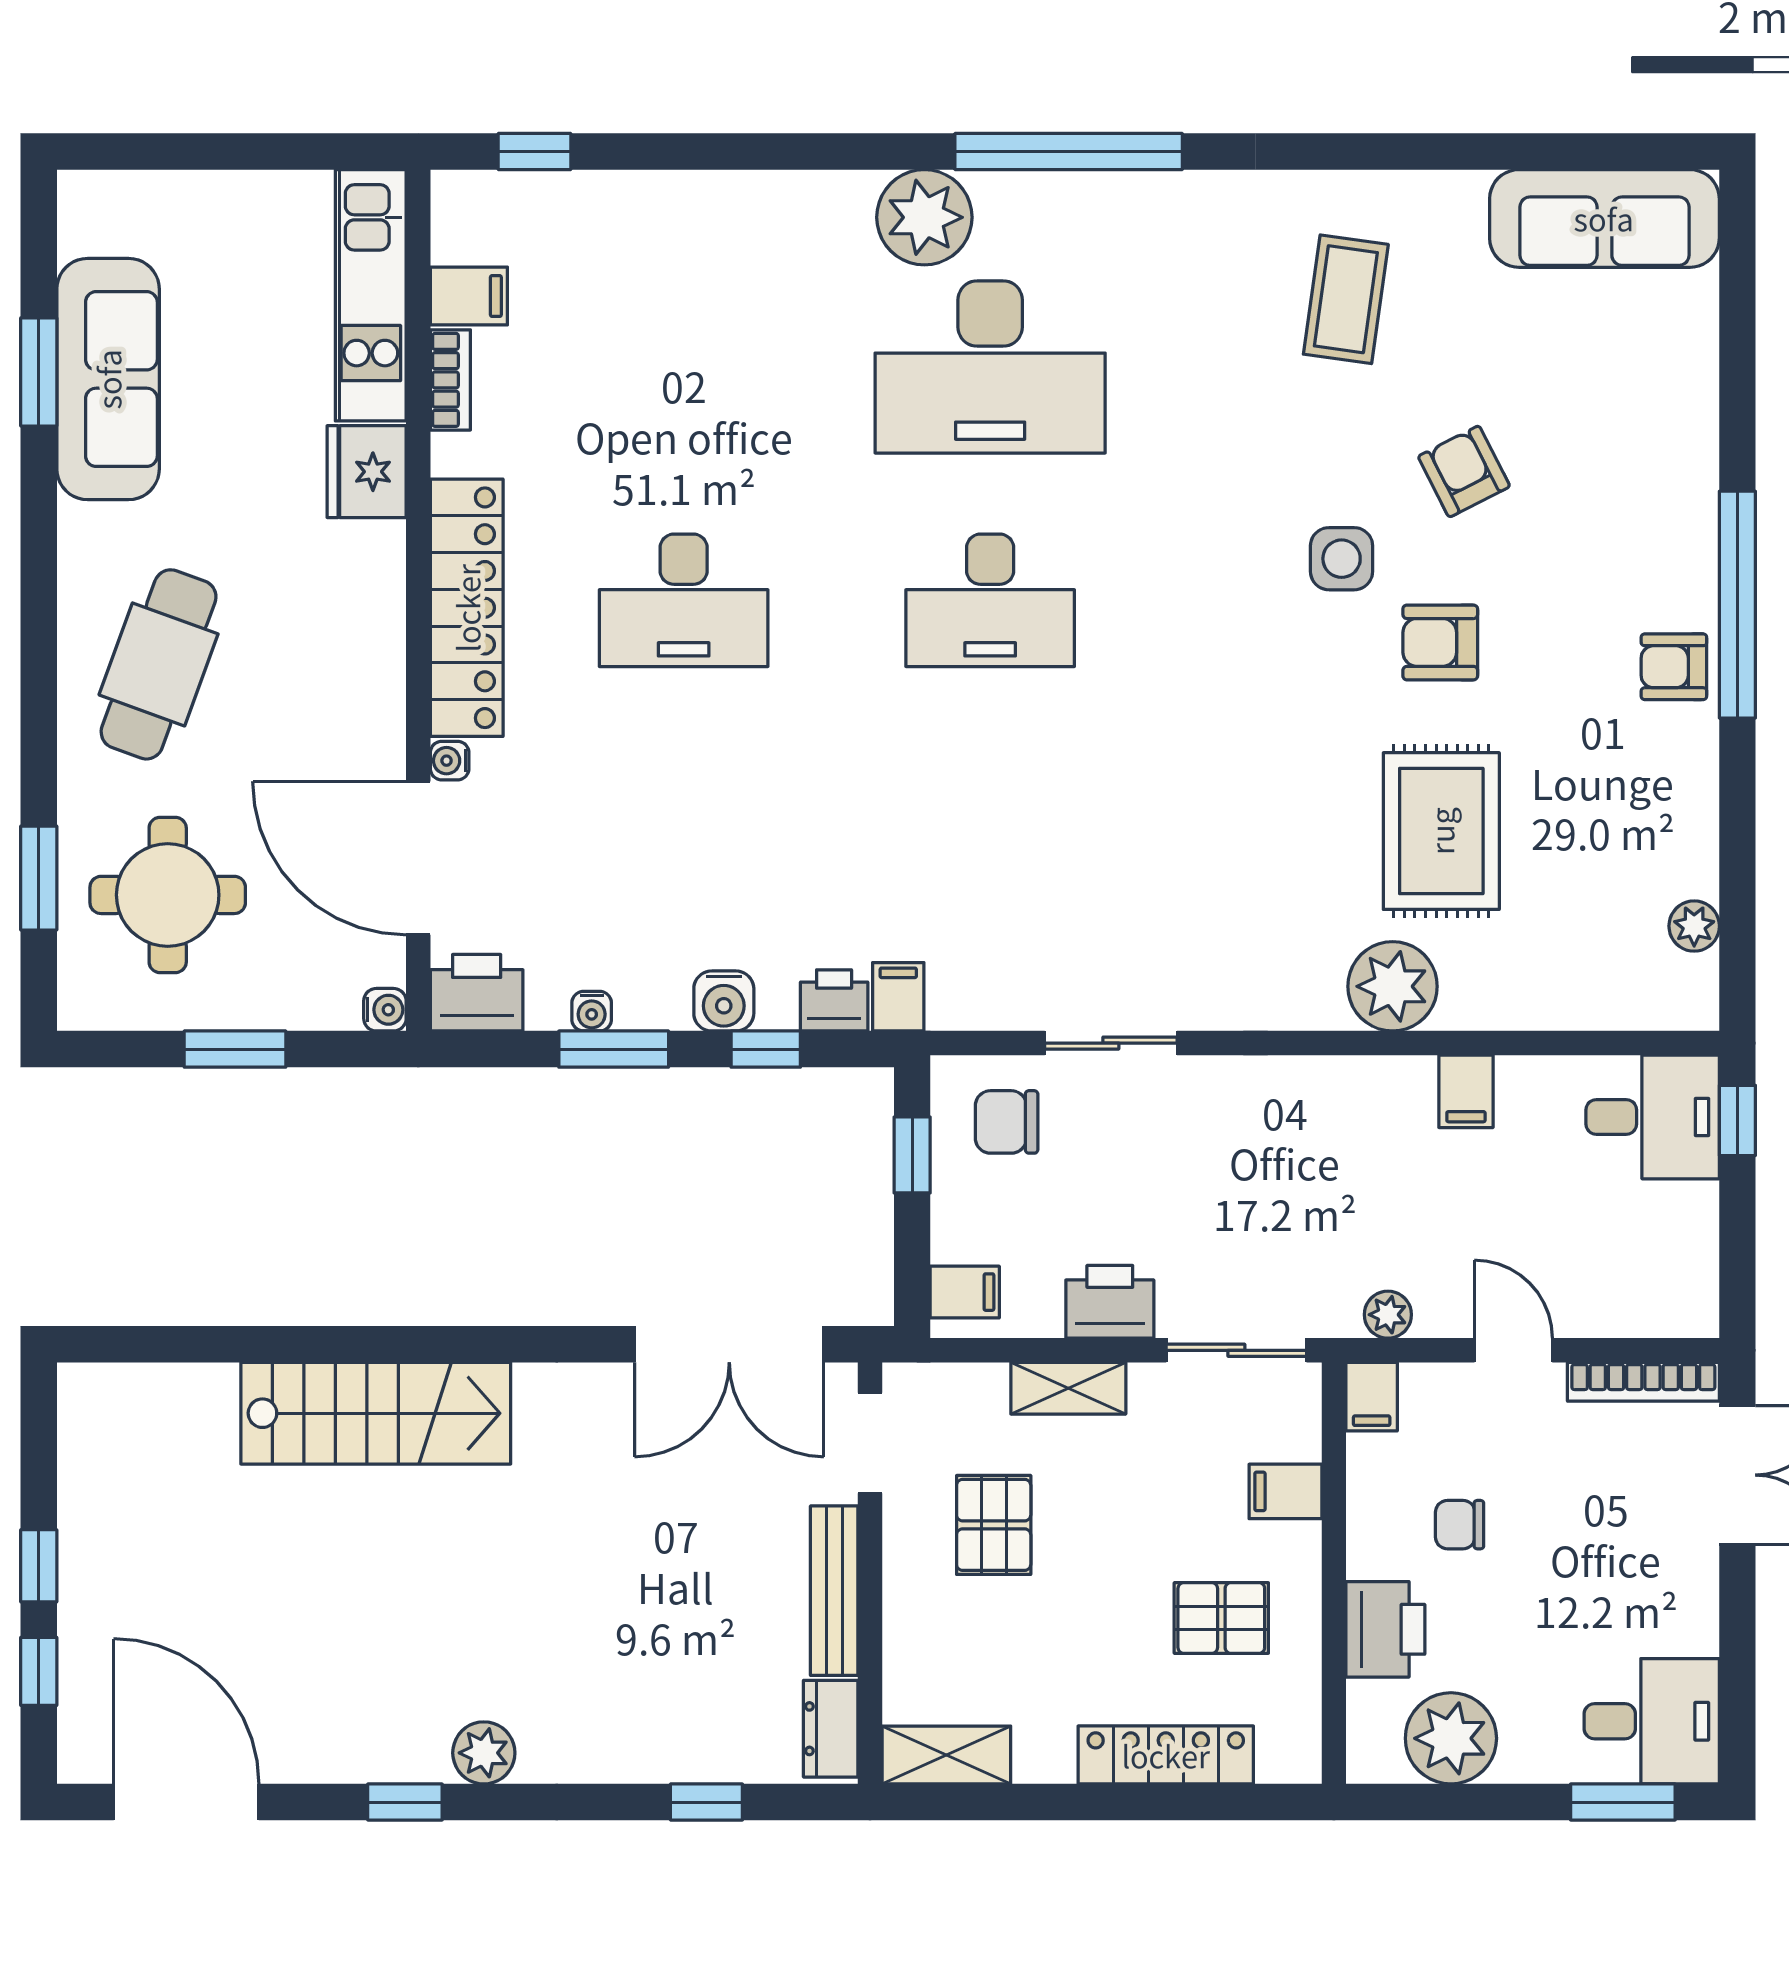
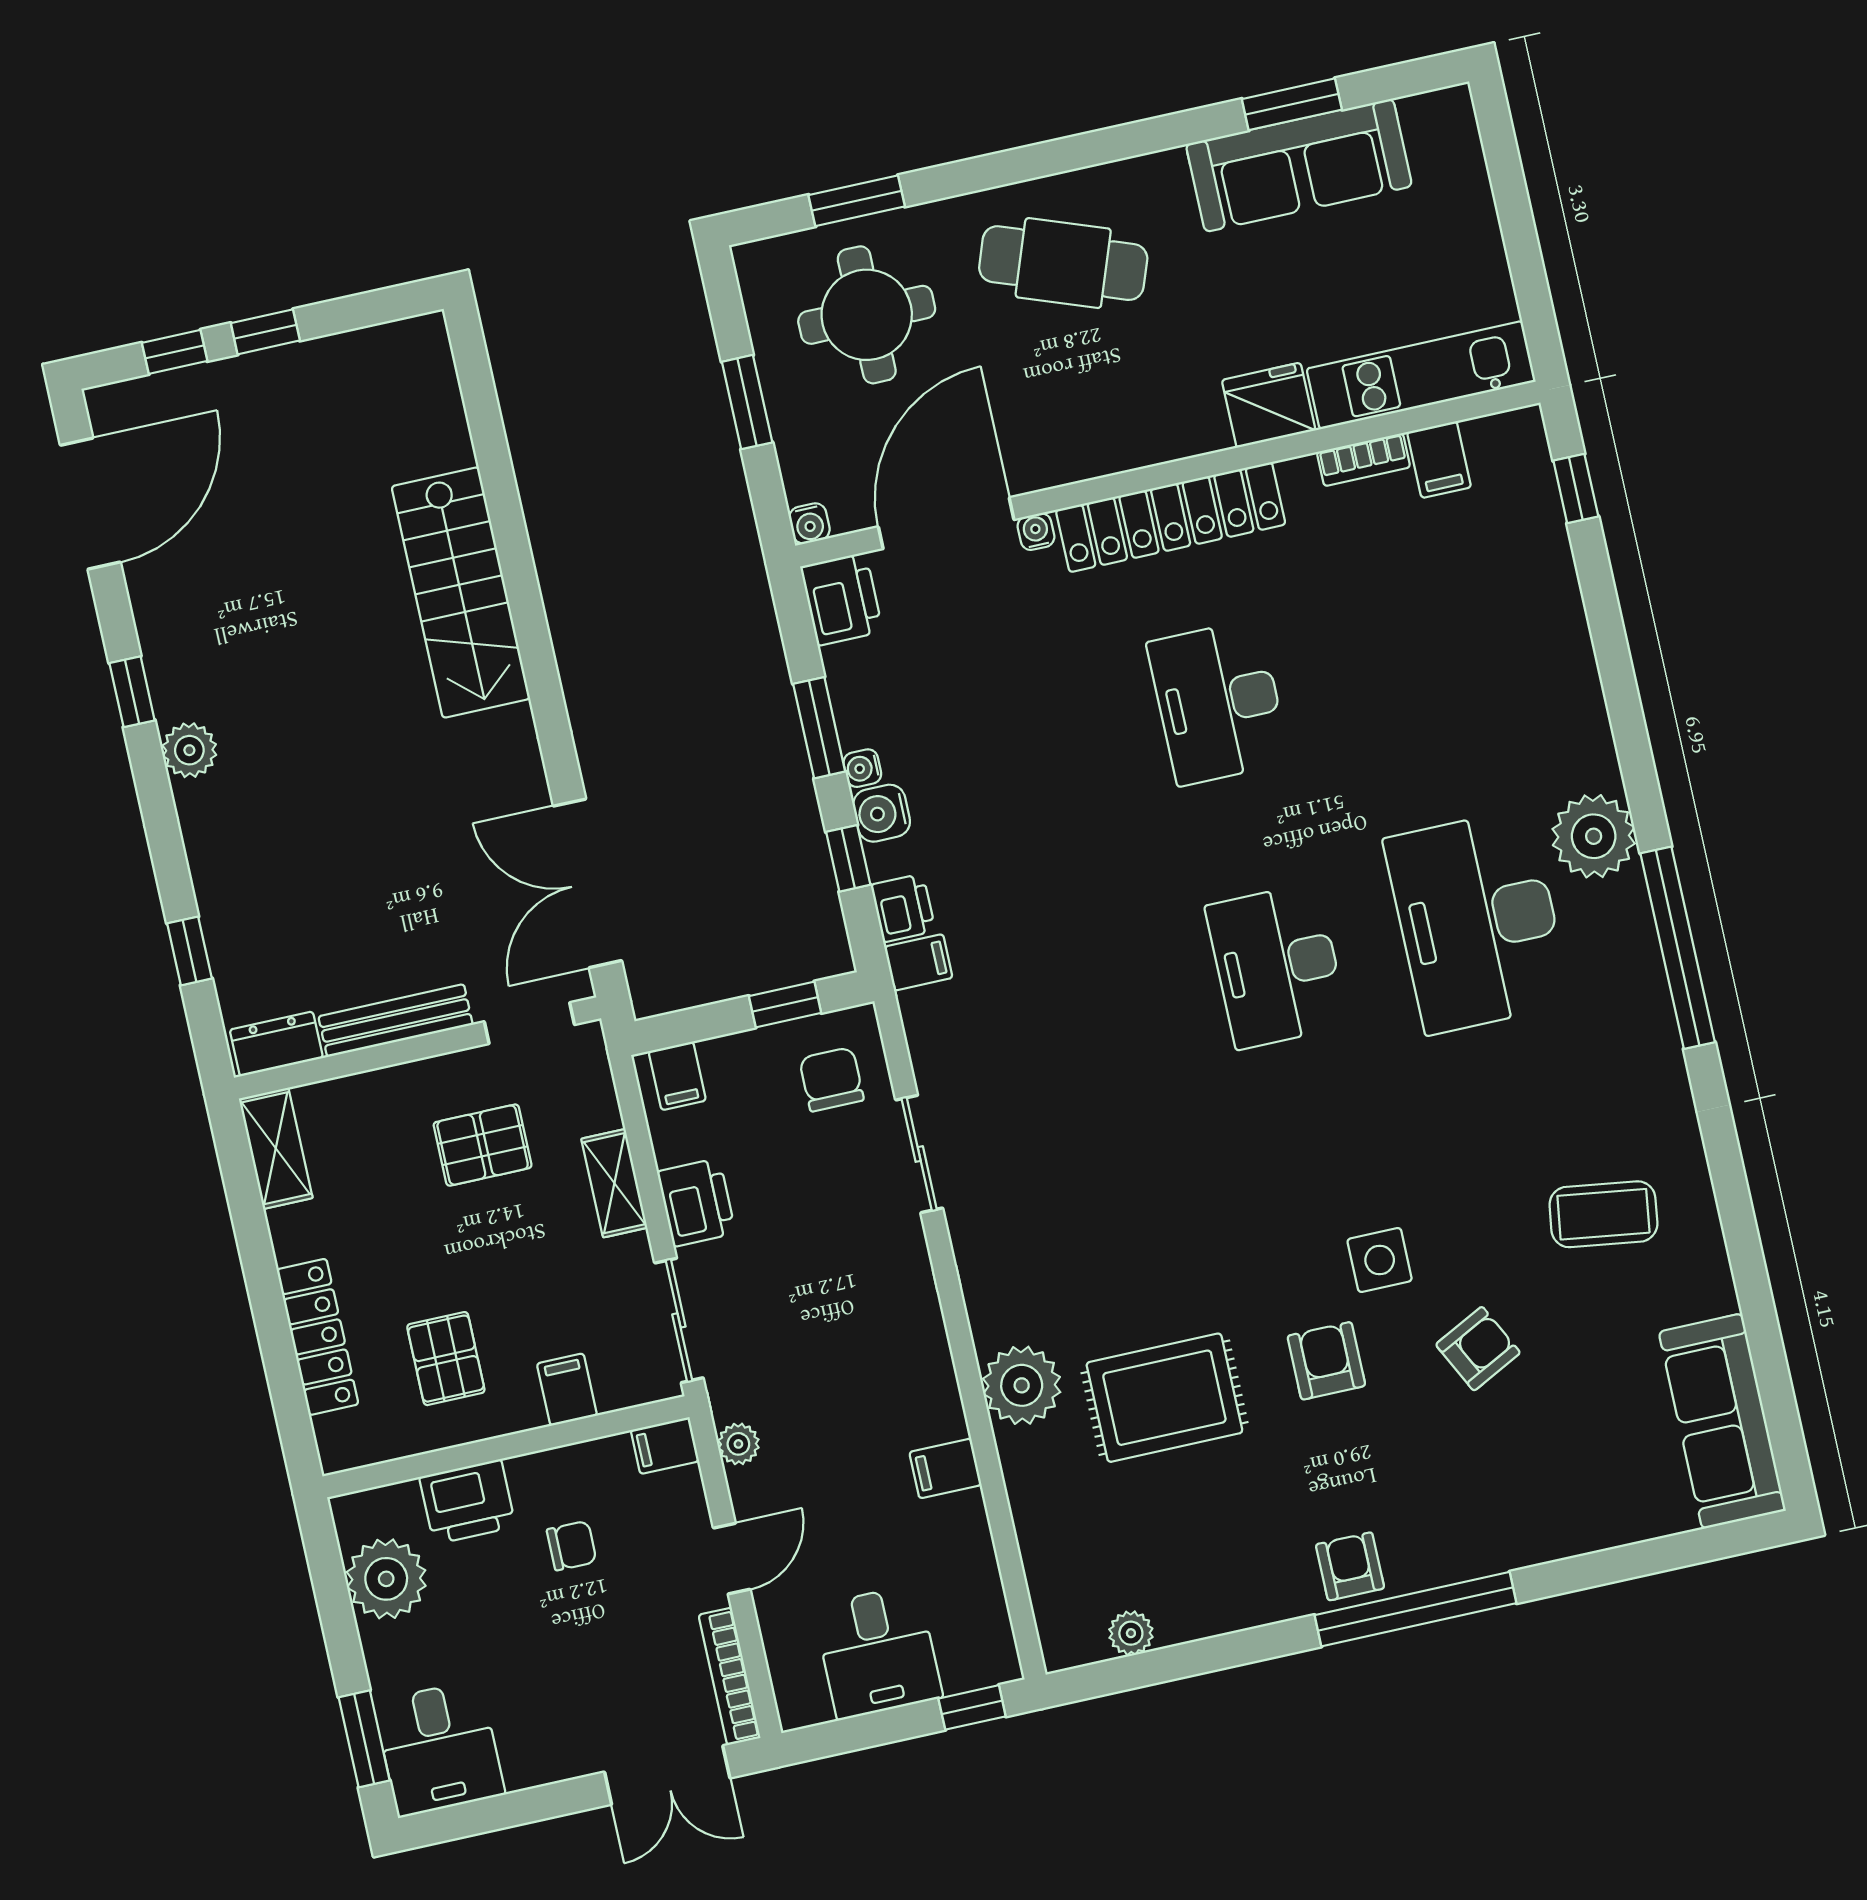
water cooler: (592, 1011) -> (862, 768), moved
desk: (1653, 1117) -> (878, 1652), moved
chair: (1460, 1525) -> (572, 1546), turned 90

